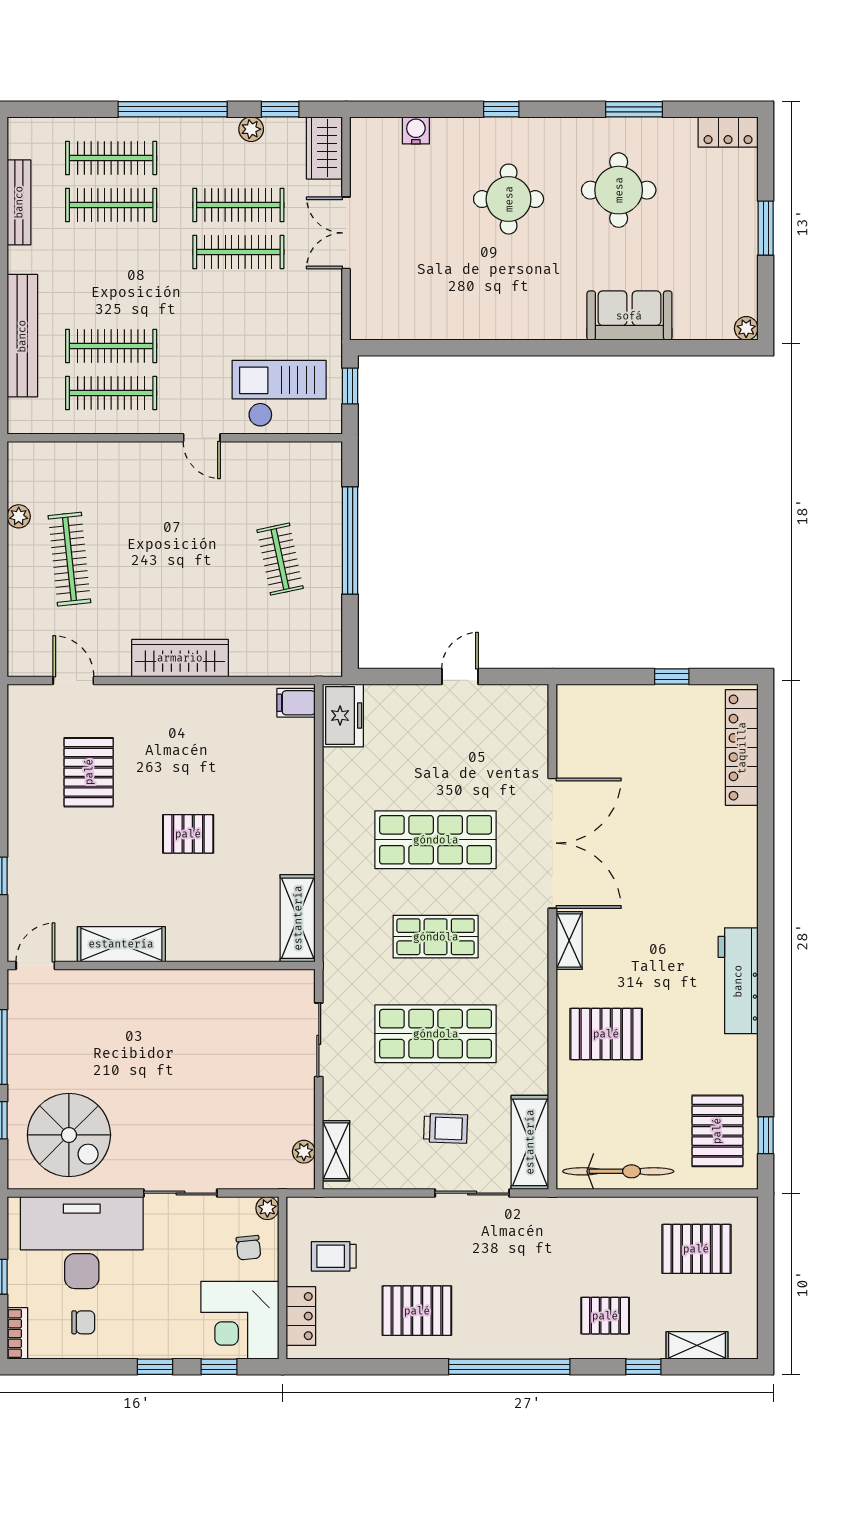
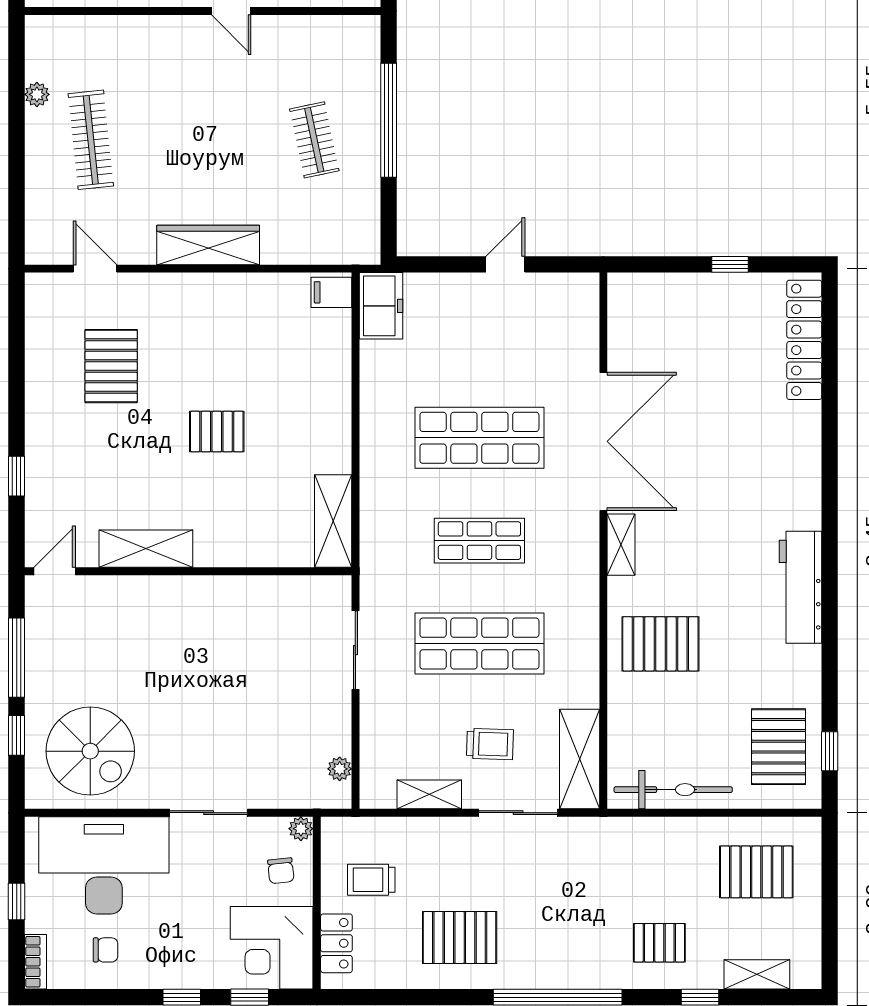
shelving: (336, 1151) -> (429, 794), moved, turned 90

